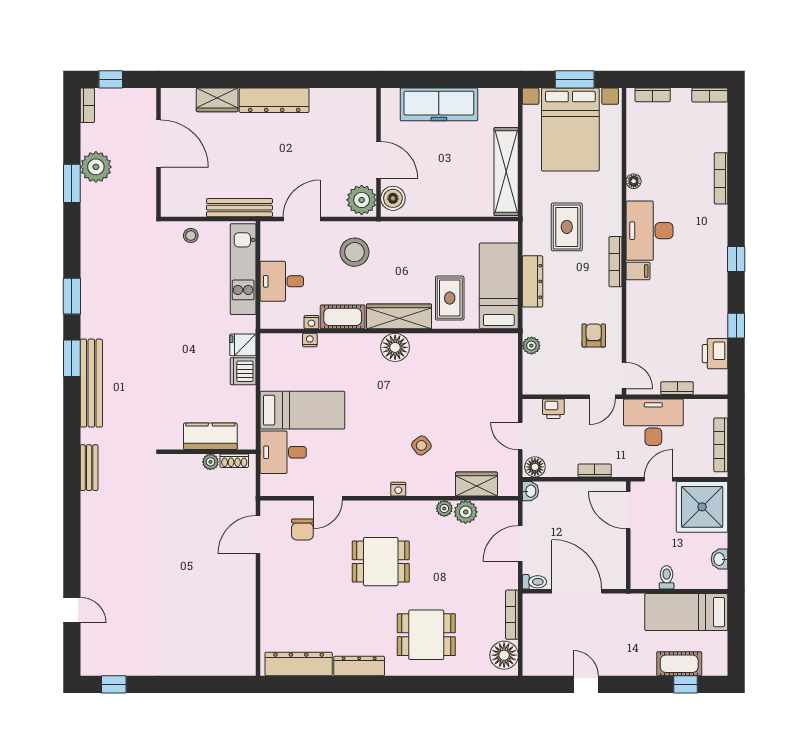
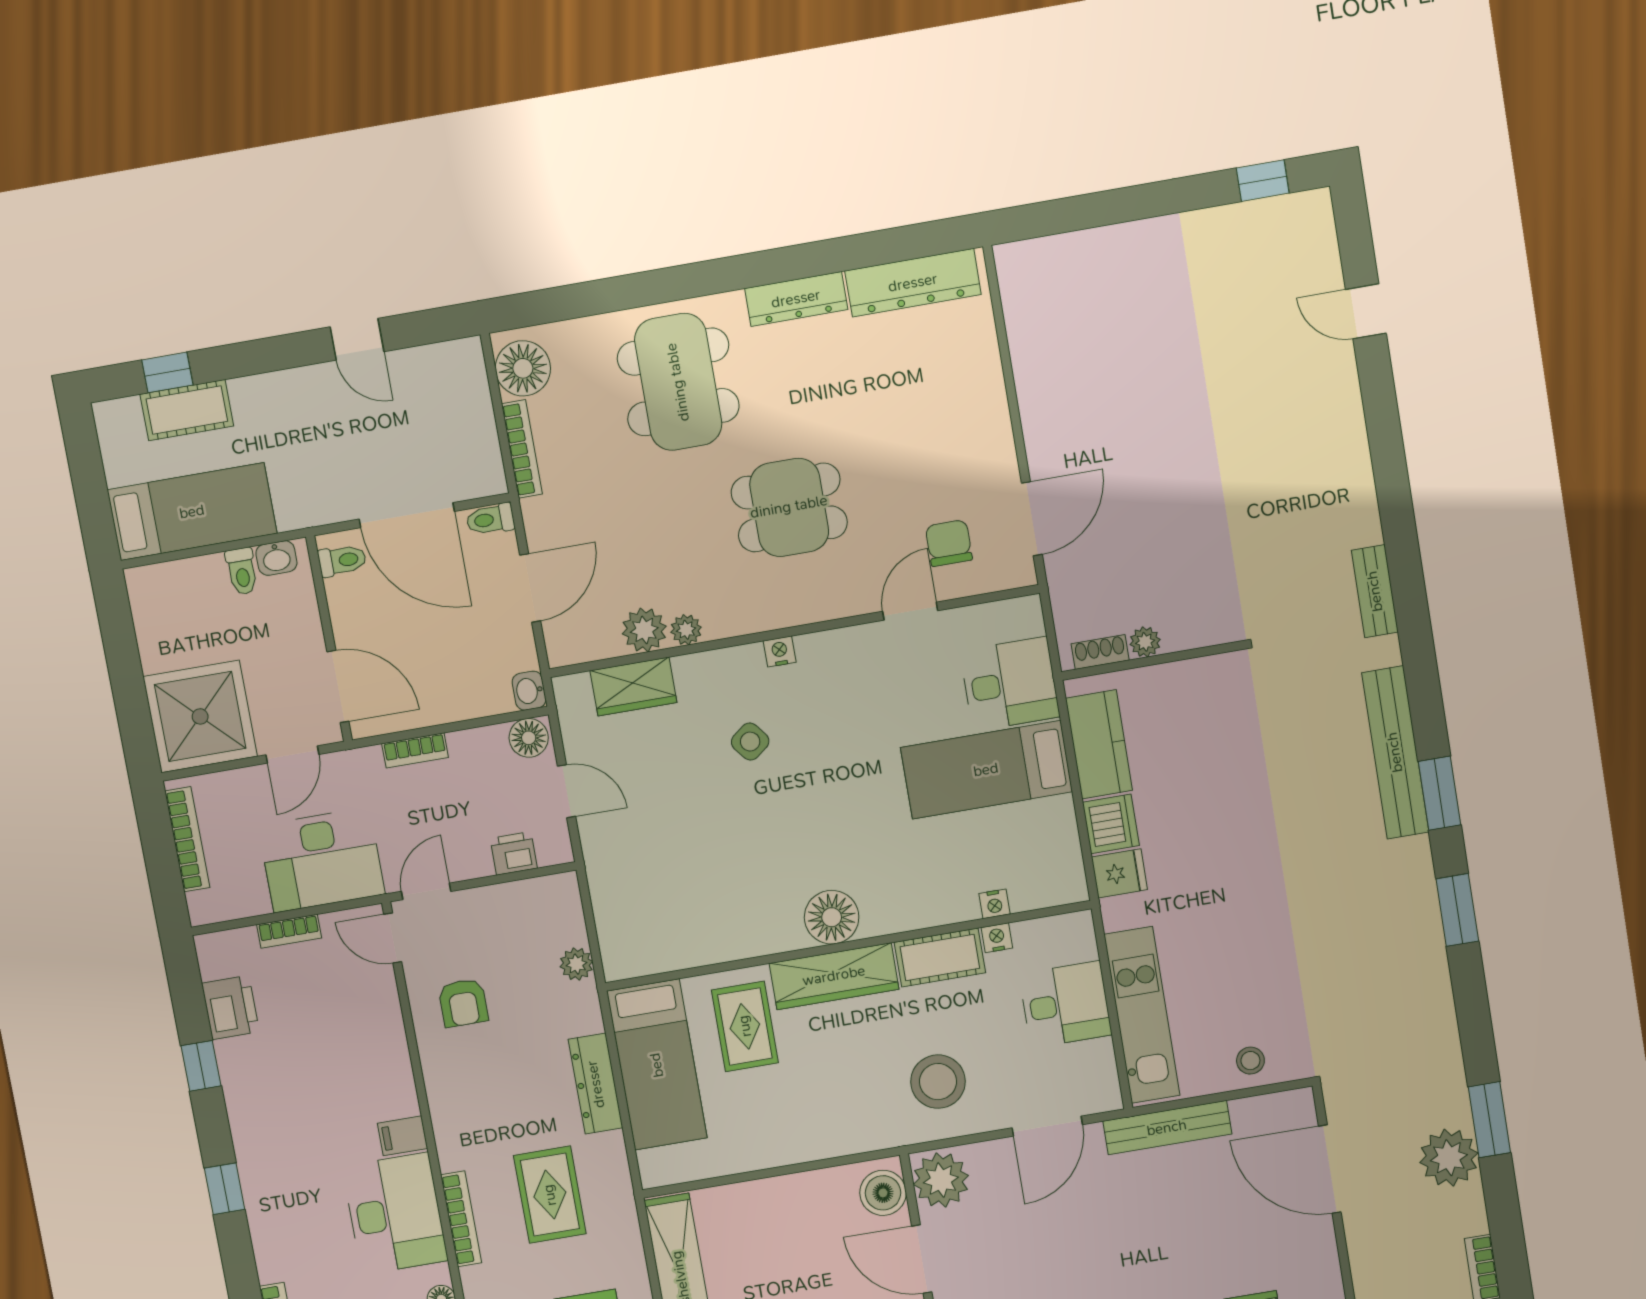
door: (159, 144) -> (1330, 1169), moved
bookcase: (615, 262) -> (461, 1219), moved
kitchen counter: (210, 436) -> (1099, 744), moved, turned -90
washbasin: (720, 559) -> (276, 558), moved, turned 90
toilet: (614, 574) -> (342, 560), added
dining table: (426, 635) -> (678, 382), width x1.38

